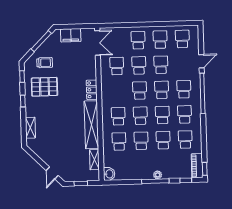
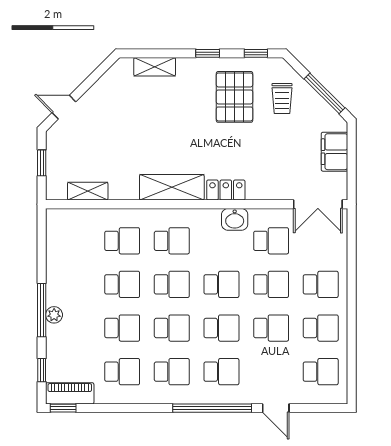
shelving: (91, 125) -> (172, 187), width x0.68
washbasin: (109, 174) -> (235, 219), moved

